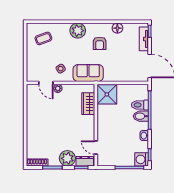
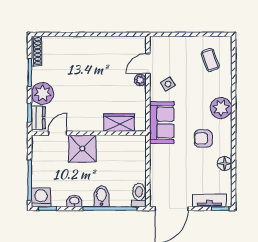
shower: (107, 94) -> (82, 149), moved
toilet: (140, 105) -> (139, 195), moved

